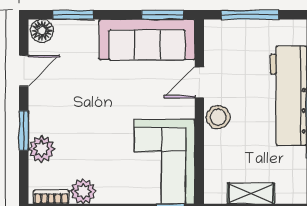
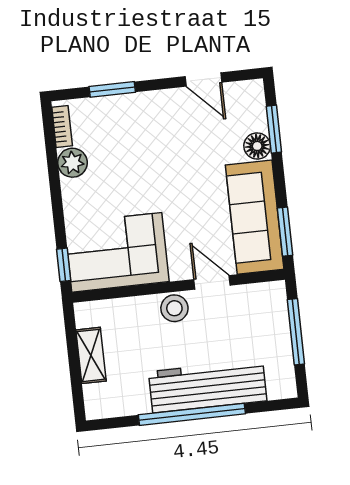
floor lamp: (42, 31) -> (257, 146), moved
window: (24, 131) -> (112, 89), moved
plant: (42, 149) -> (116, 110), removed

